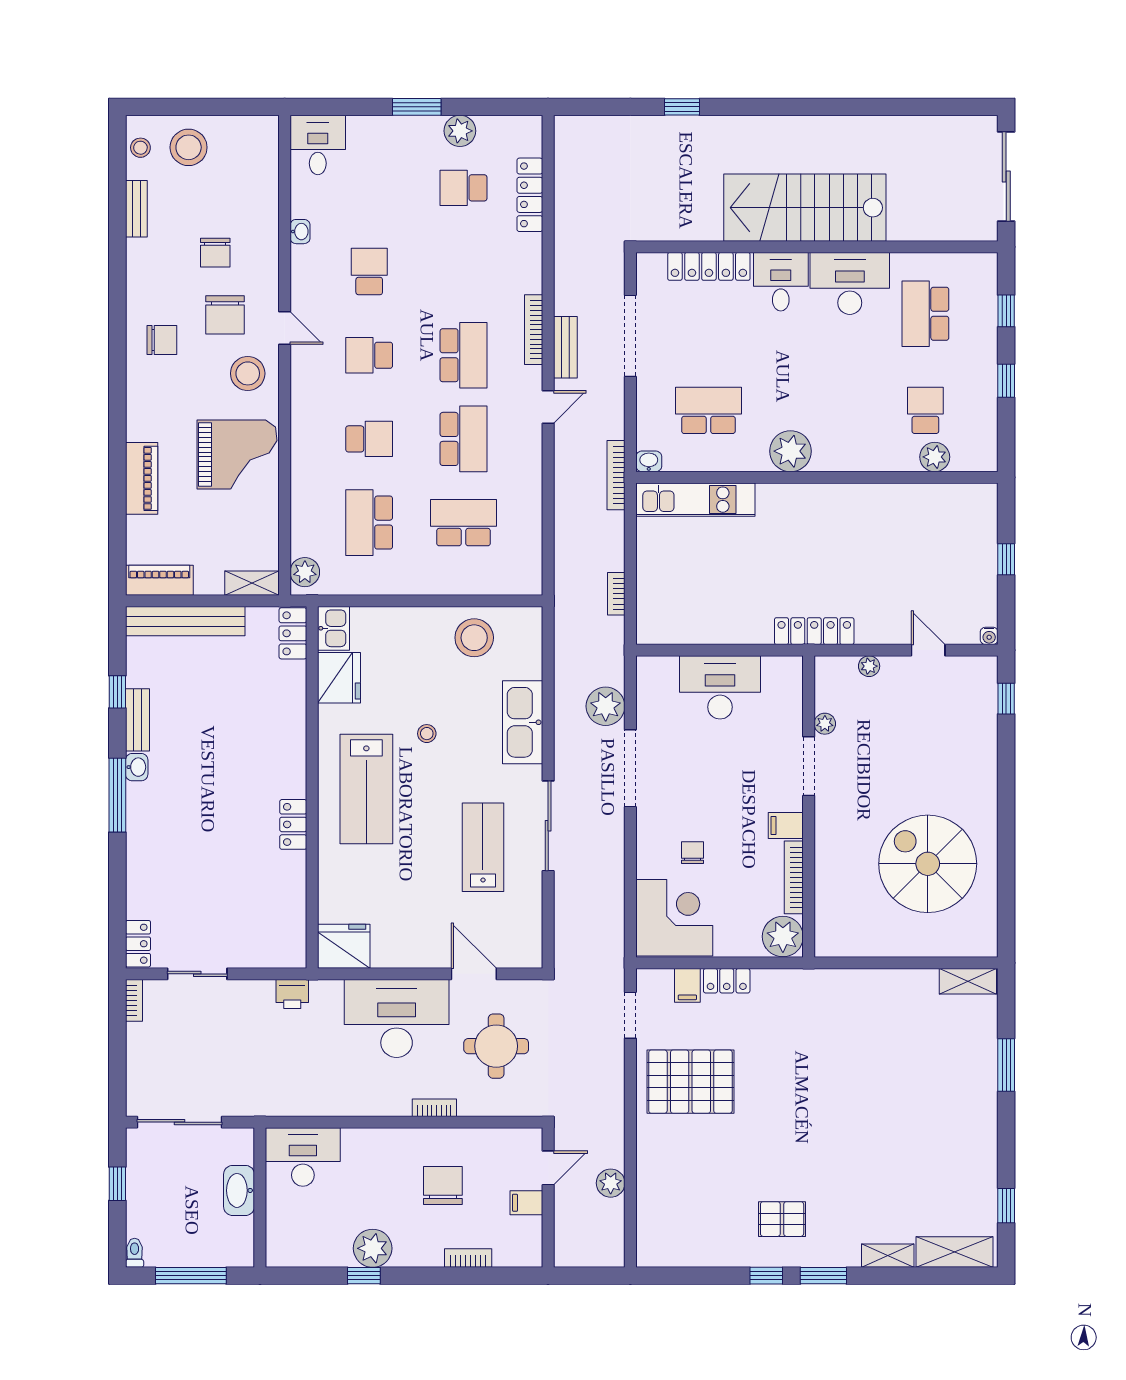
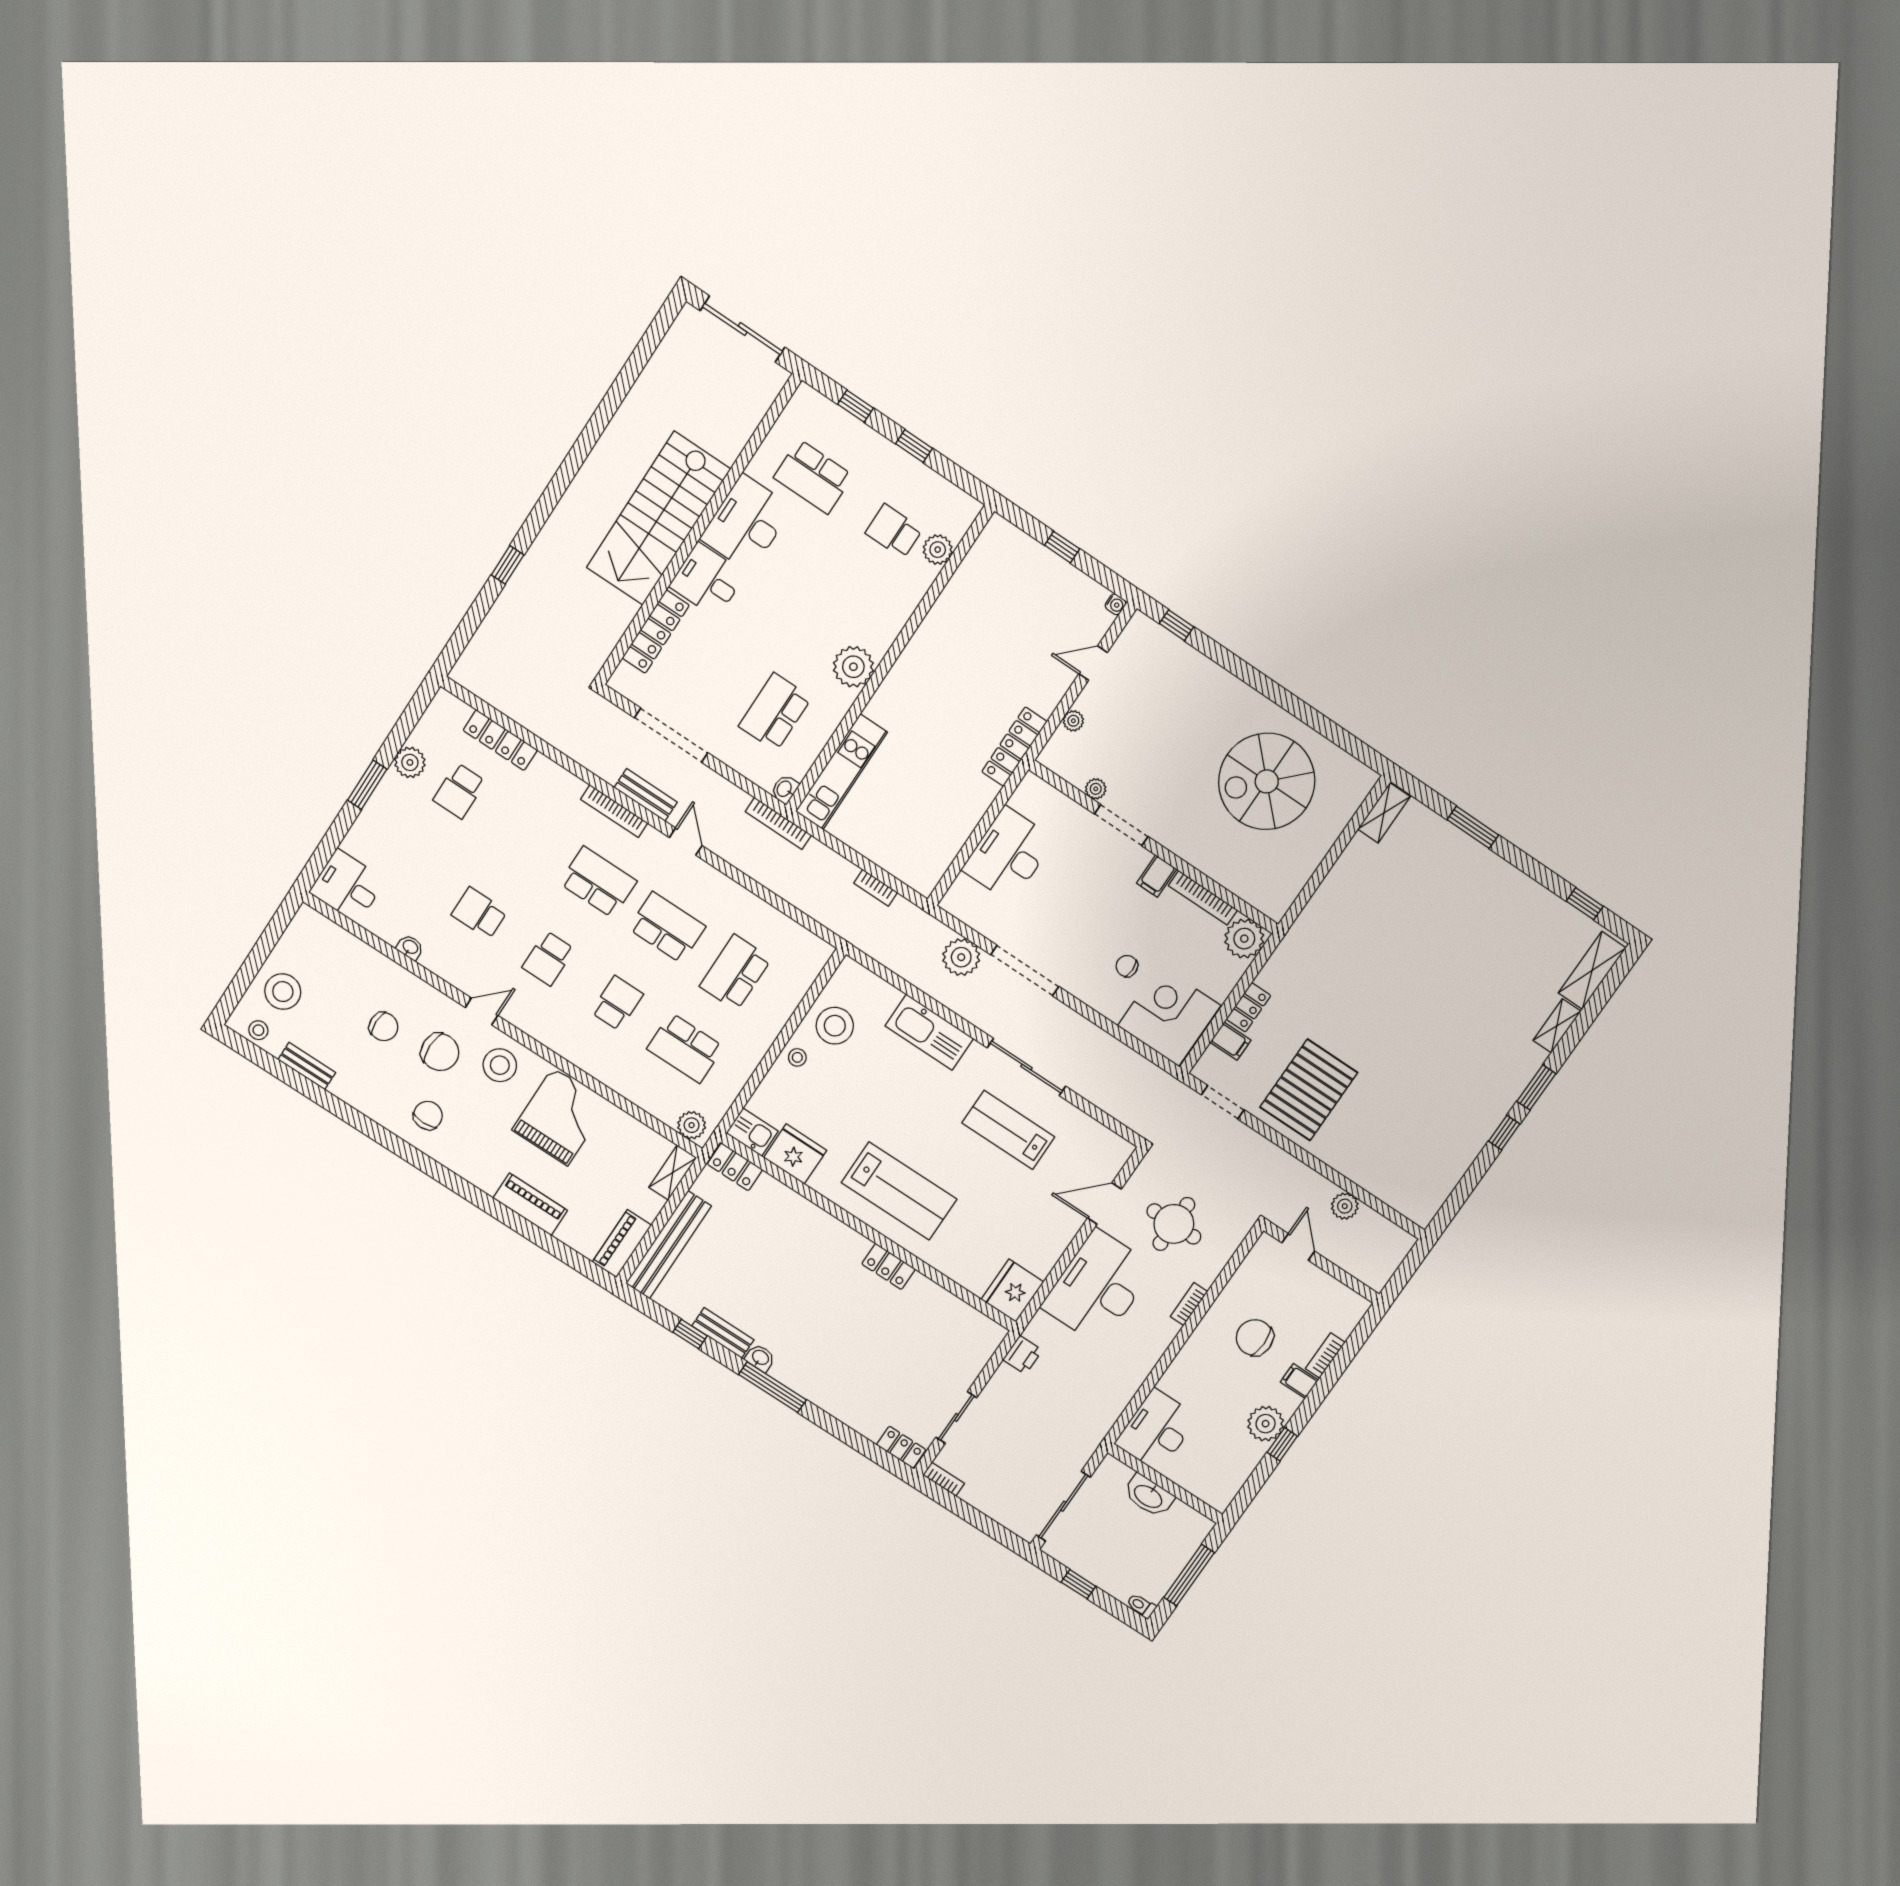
stool: (427, 734) -> (797, 1057), moved
filing cabinet: (526, 1203) -> (1299, 1381), moved, turned 90
pallet: (782, 1219) -> (1468, 1090), removed

